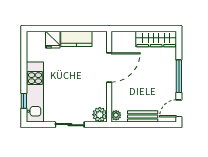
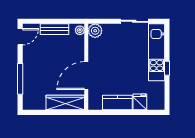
wardrobe: (156, 39) -> (65, 103), moved
window: (179, 76) -> (20, 79), moved
window: (24, 101) -> (167, 68), moved
sliding door: (70, 125) -> (134, 21), moved

